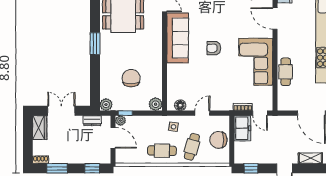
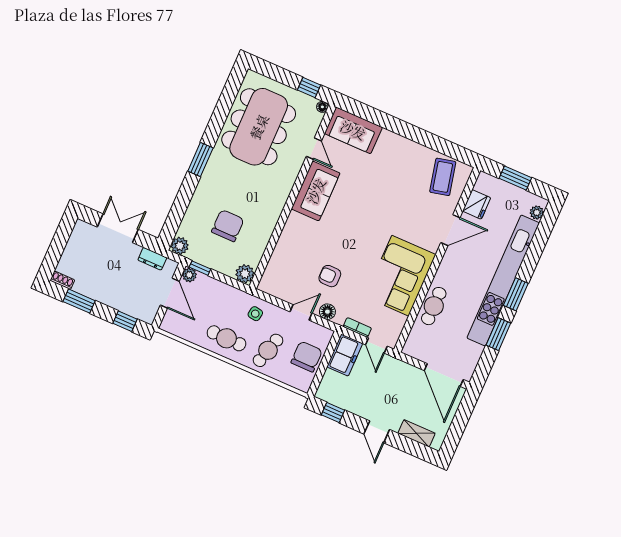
door: (275, 18) -> (450, 230), swing flipped
sofa: (178, 38) -> (316, 191), width x0.73
armchair: (214, 48) -> (330, 276), moved
floor lamp: (180, 105) -> (327, 312), moved
wardrobe: (40, 128) -> (80, 238), removed
chair: (218, 140) -> (307, 357), turned 90

